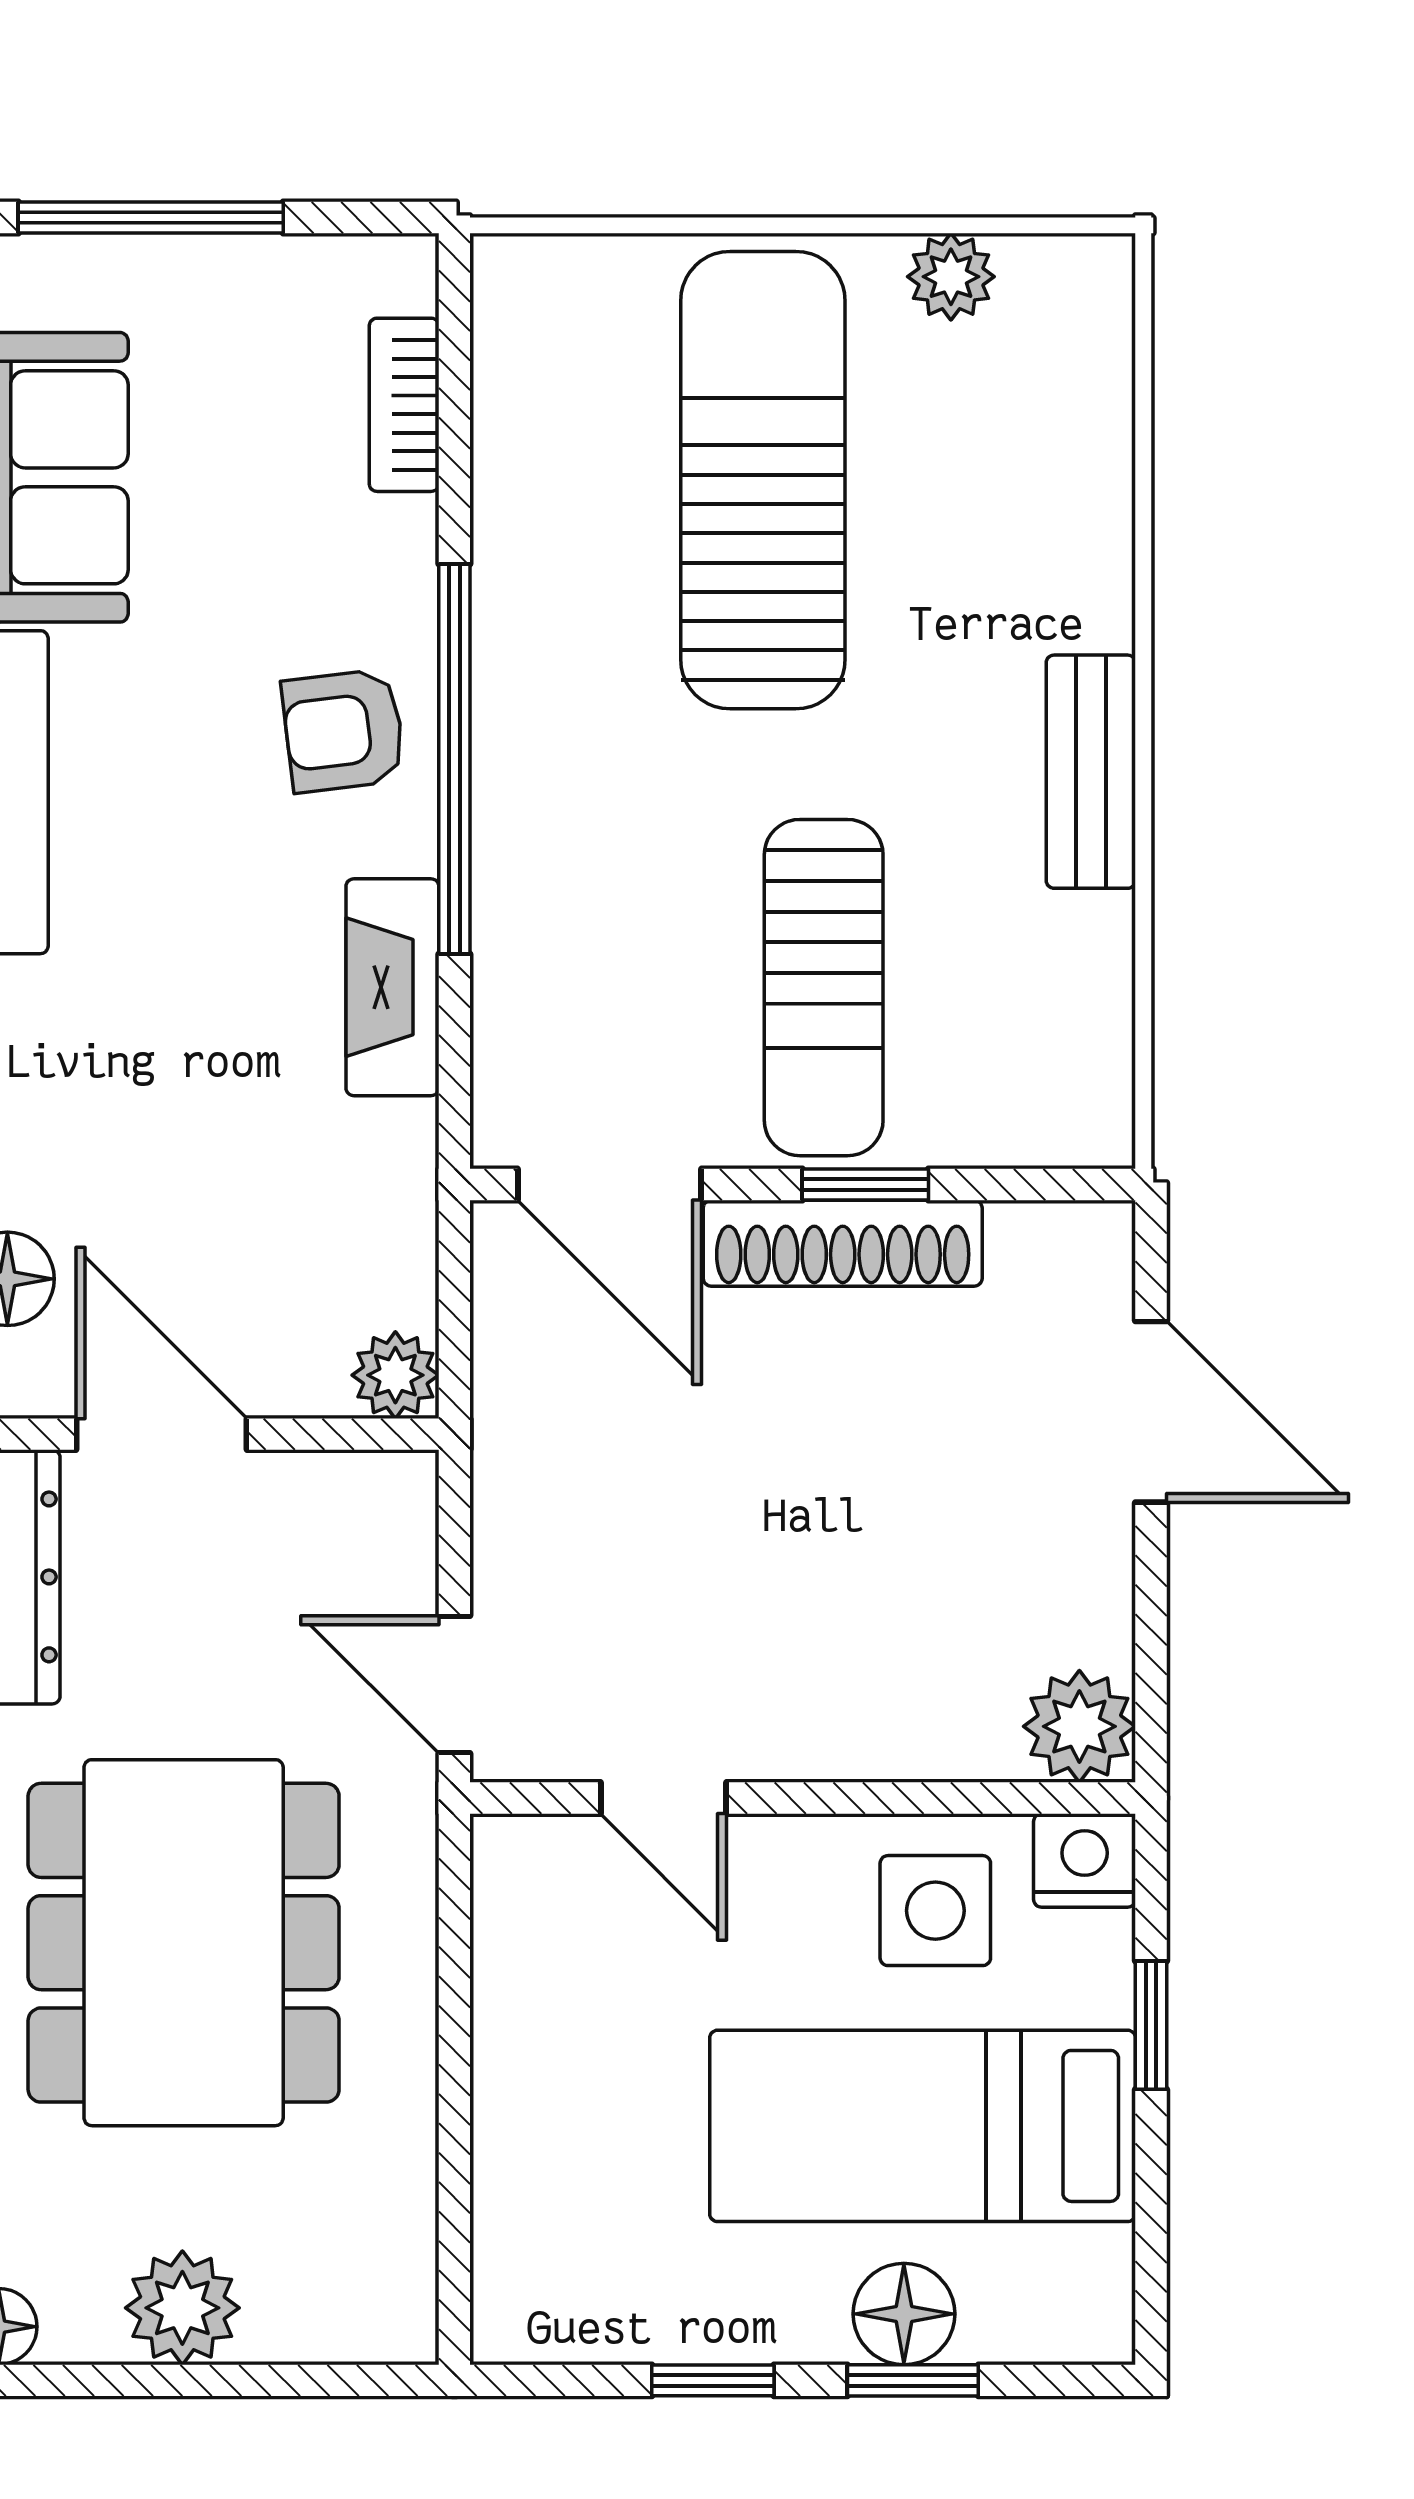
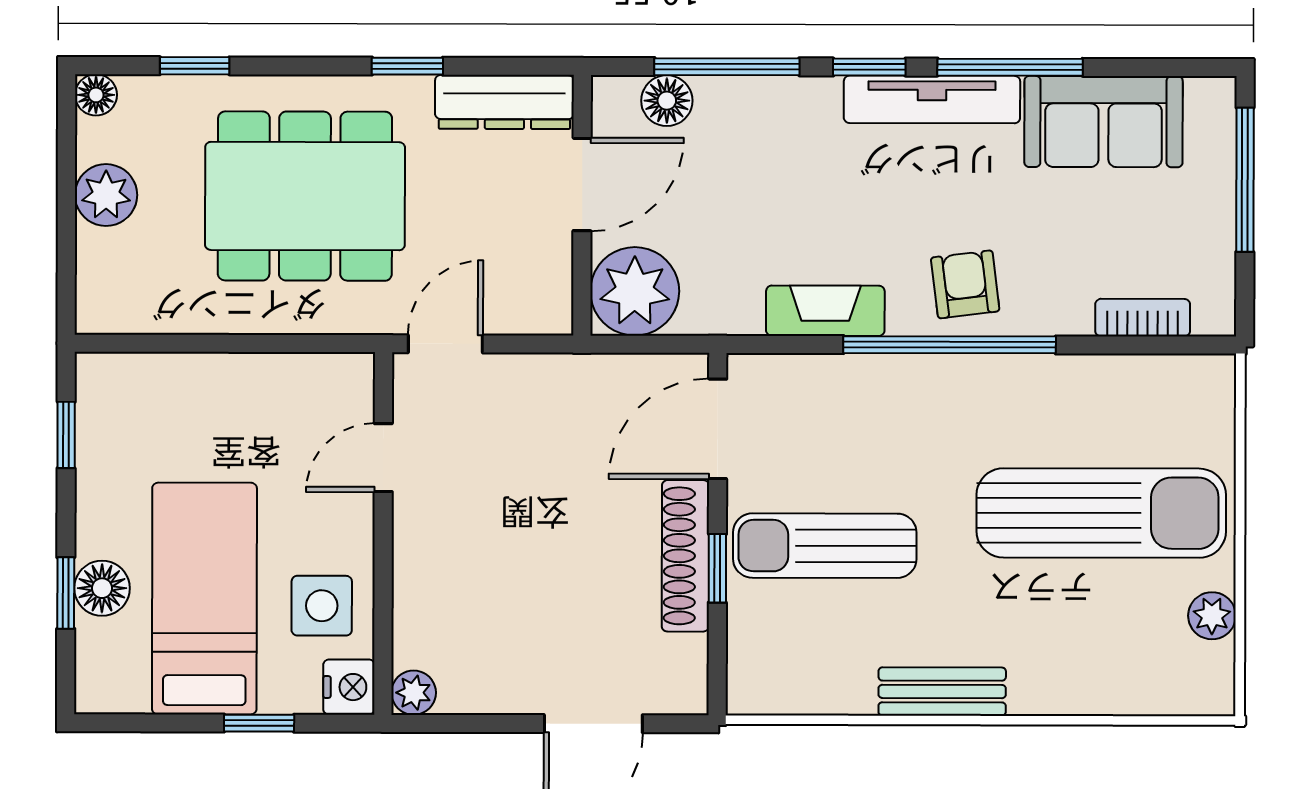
plant: (395, 1375) -> (635, 291), width x1.87, depth x1.87
plant: (1079, 1726) -> (414, 693), width x0.73, depth x0.73
window: (713, 2380) -> (66, 435), moved

